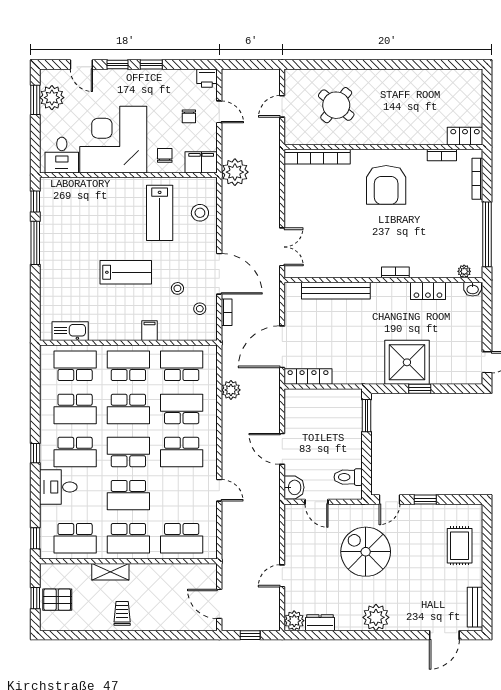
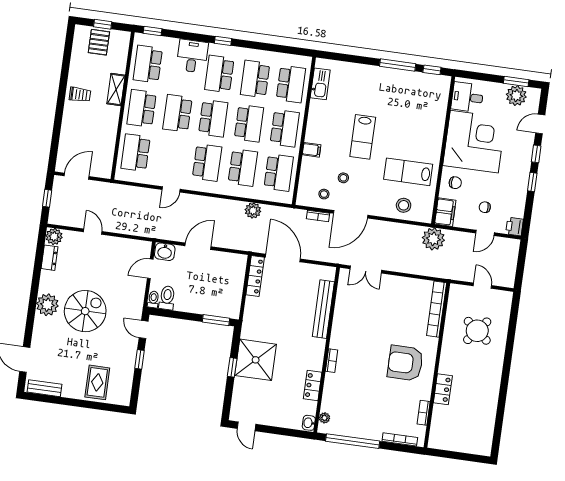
locker: (465, 136) -> (443, 389), moved
school desk: (128, 409) -> (249, 123), turned 180
school desk: (182, 452) -> (207, 163), turned 180
toilet: (352, 493) -> (153, 299), added
rug: (460, 546) -> (97, 382), turned 90
spiral stairs: (366, 552) -> (85, 311), moved

